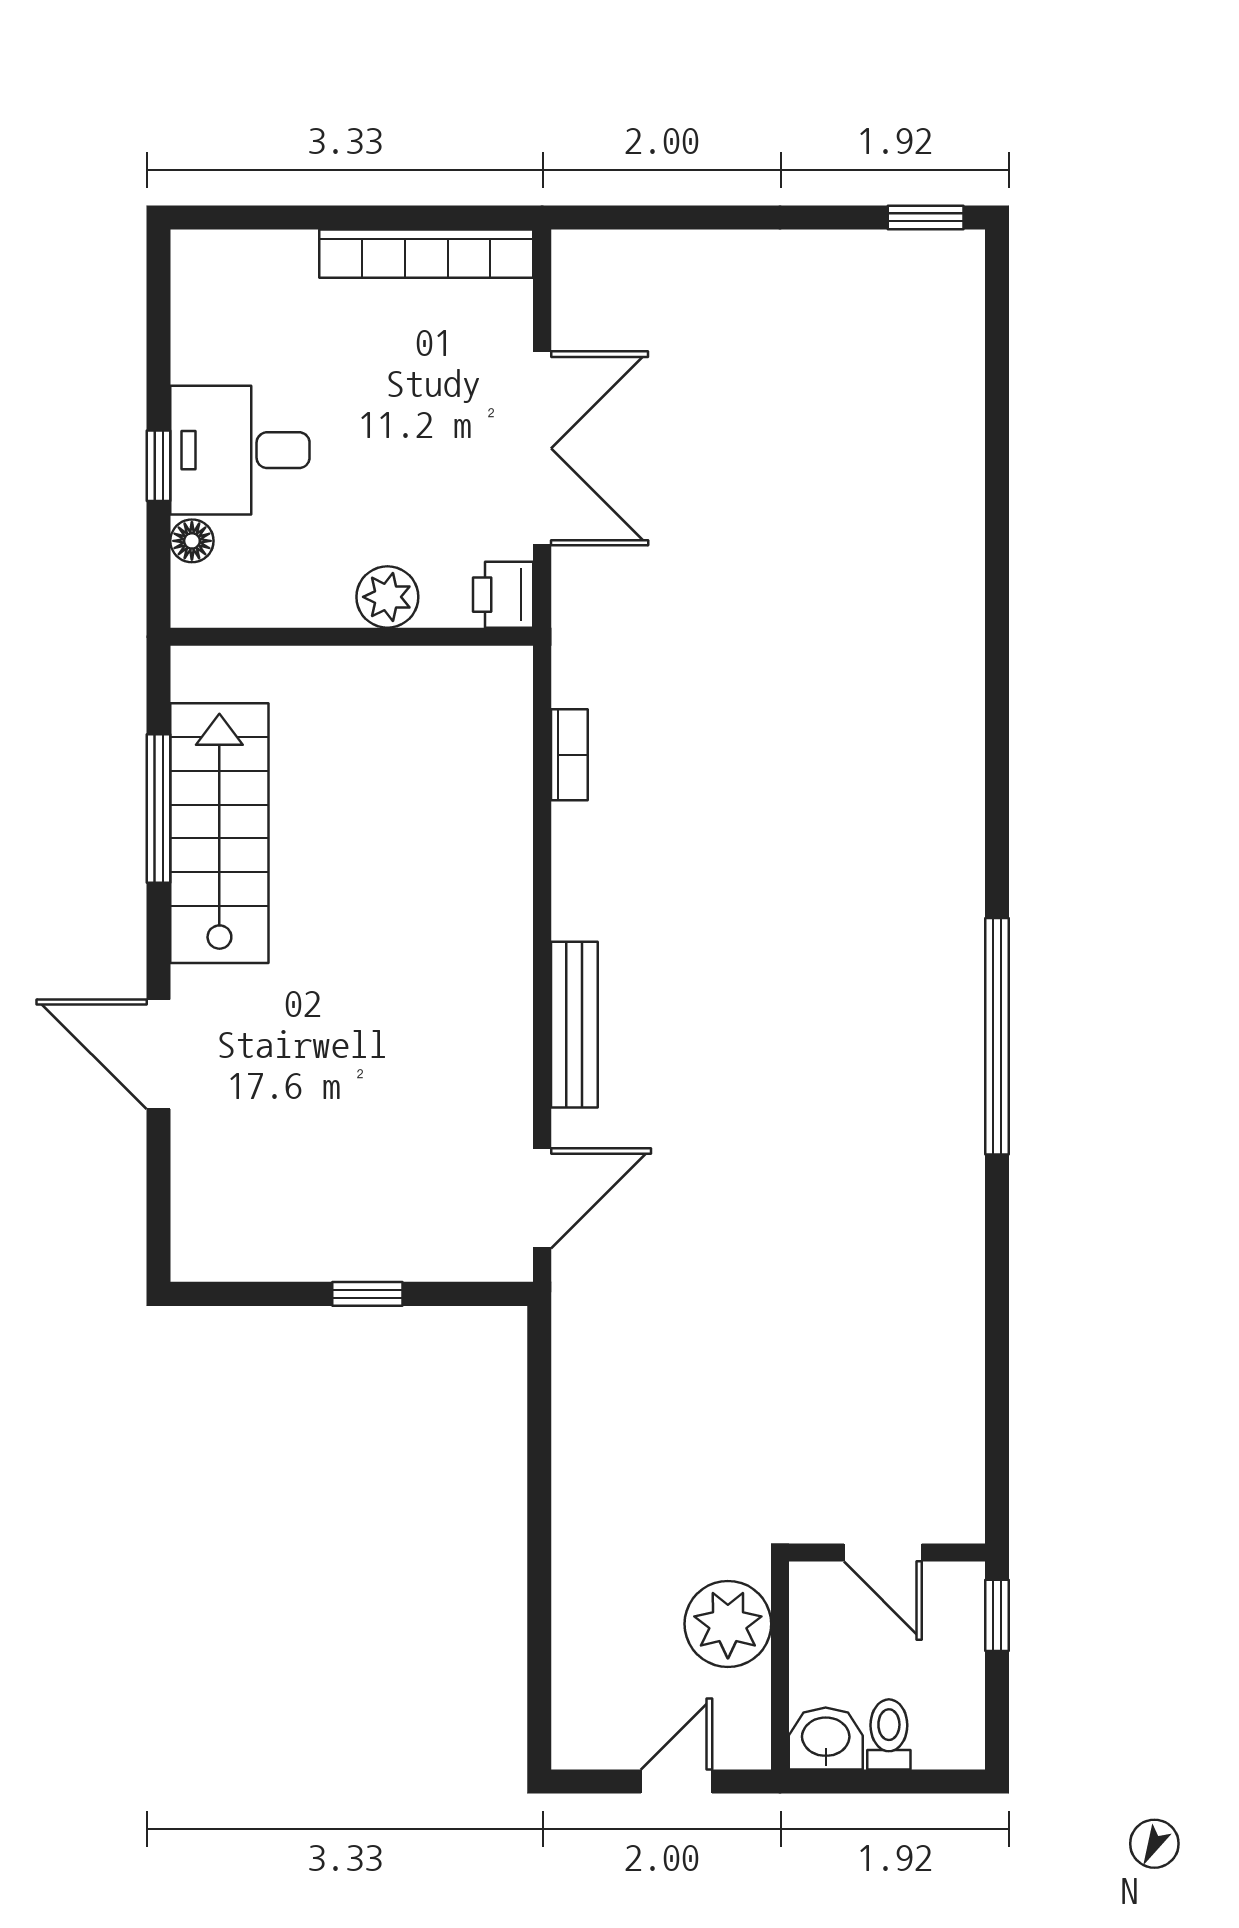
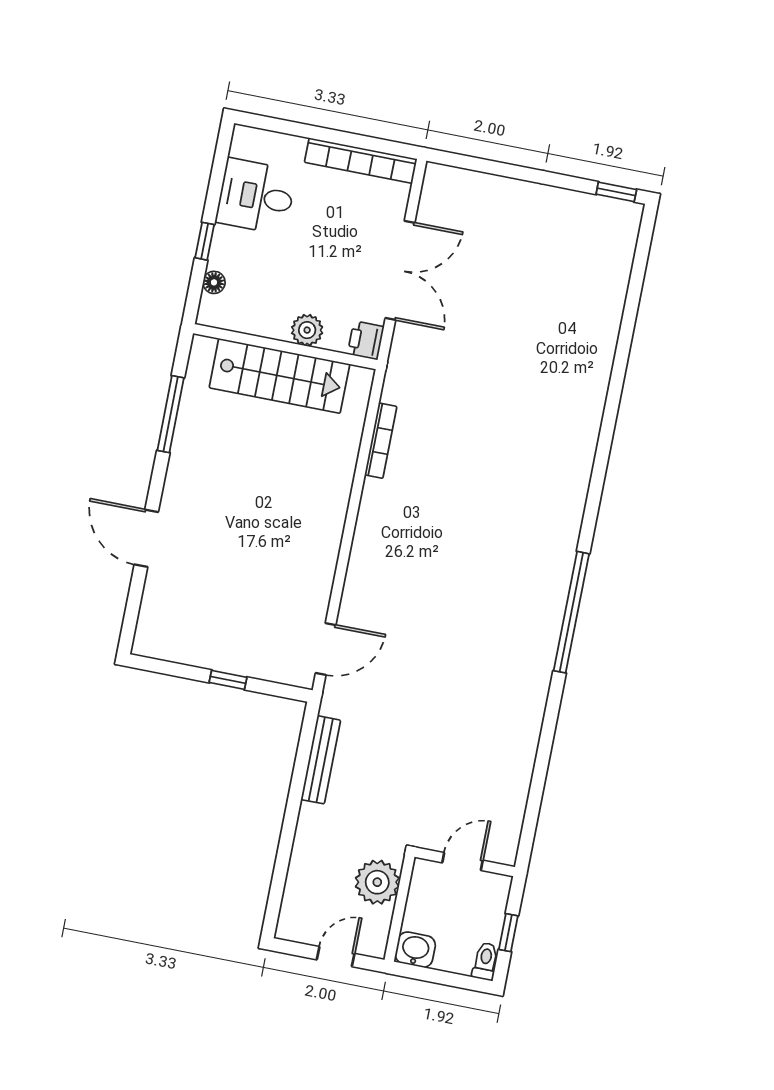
desk: (240, 450) -> (256, 196), moved
bookcase: (569, 755) -> (381, 441), width x1.56
stairs: (219, 833) -> (279, 376), moved, turned 90
bench: (574, 1025) -> (321, 760), moved
door: (883, 1553) -> (463, 861), swing flipped
window: (997, 1615) -> (508, 933), moved
toilet: (889, 1734) -> (485, 961), moved

